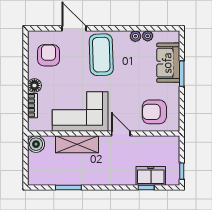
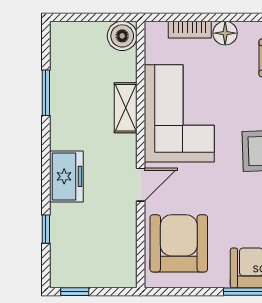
armchair: (154, 112) -> (179, 243), width x1.36, depth x1.36
shelving: (77, 144) -> (126, 108), width x0.67, depth x0.75
freezer: (151, 176) -> (66, 176), moved

